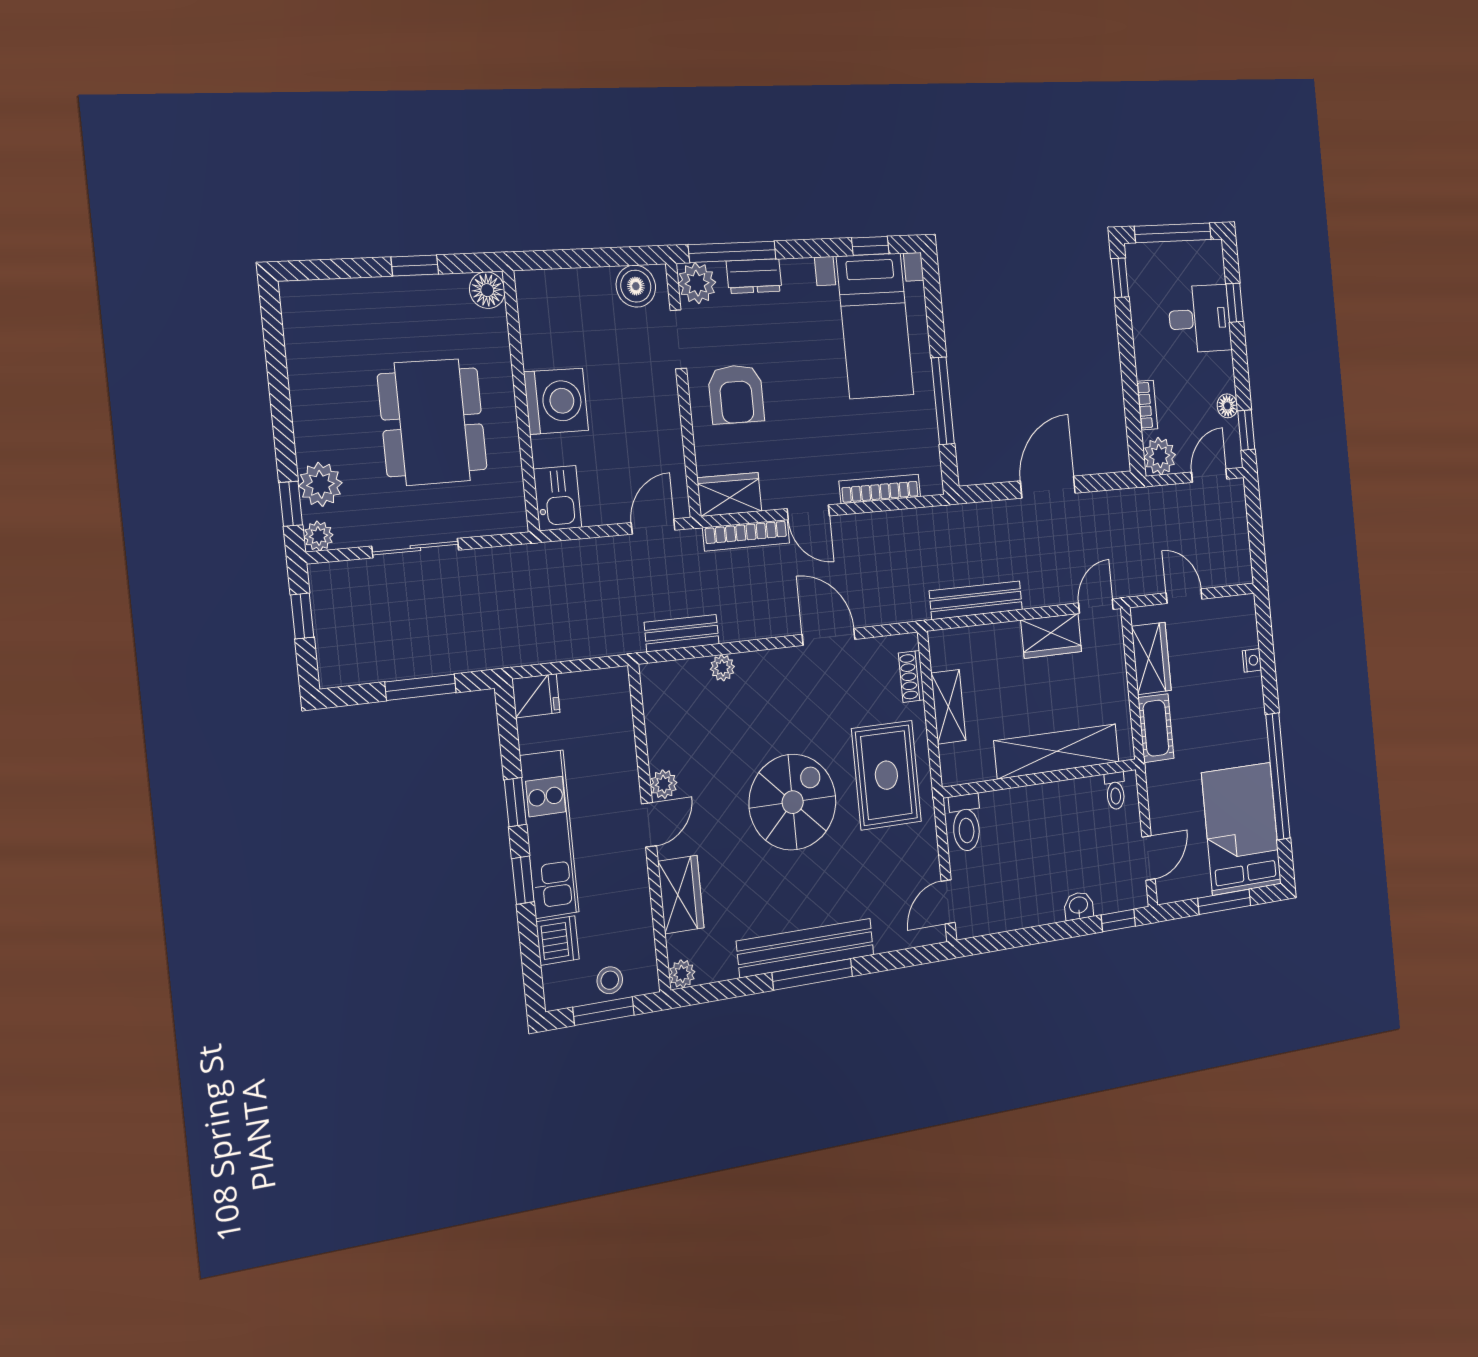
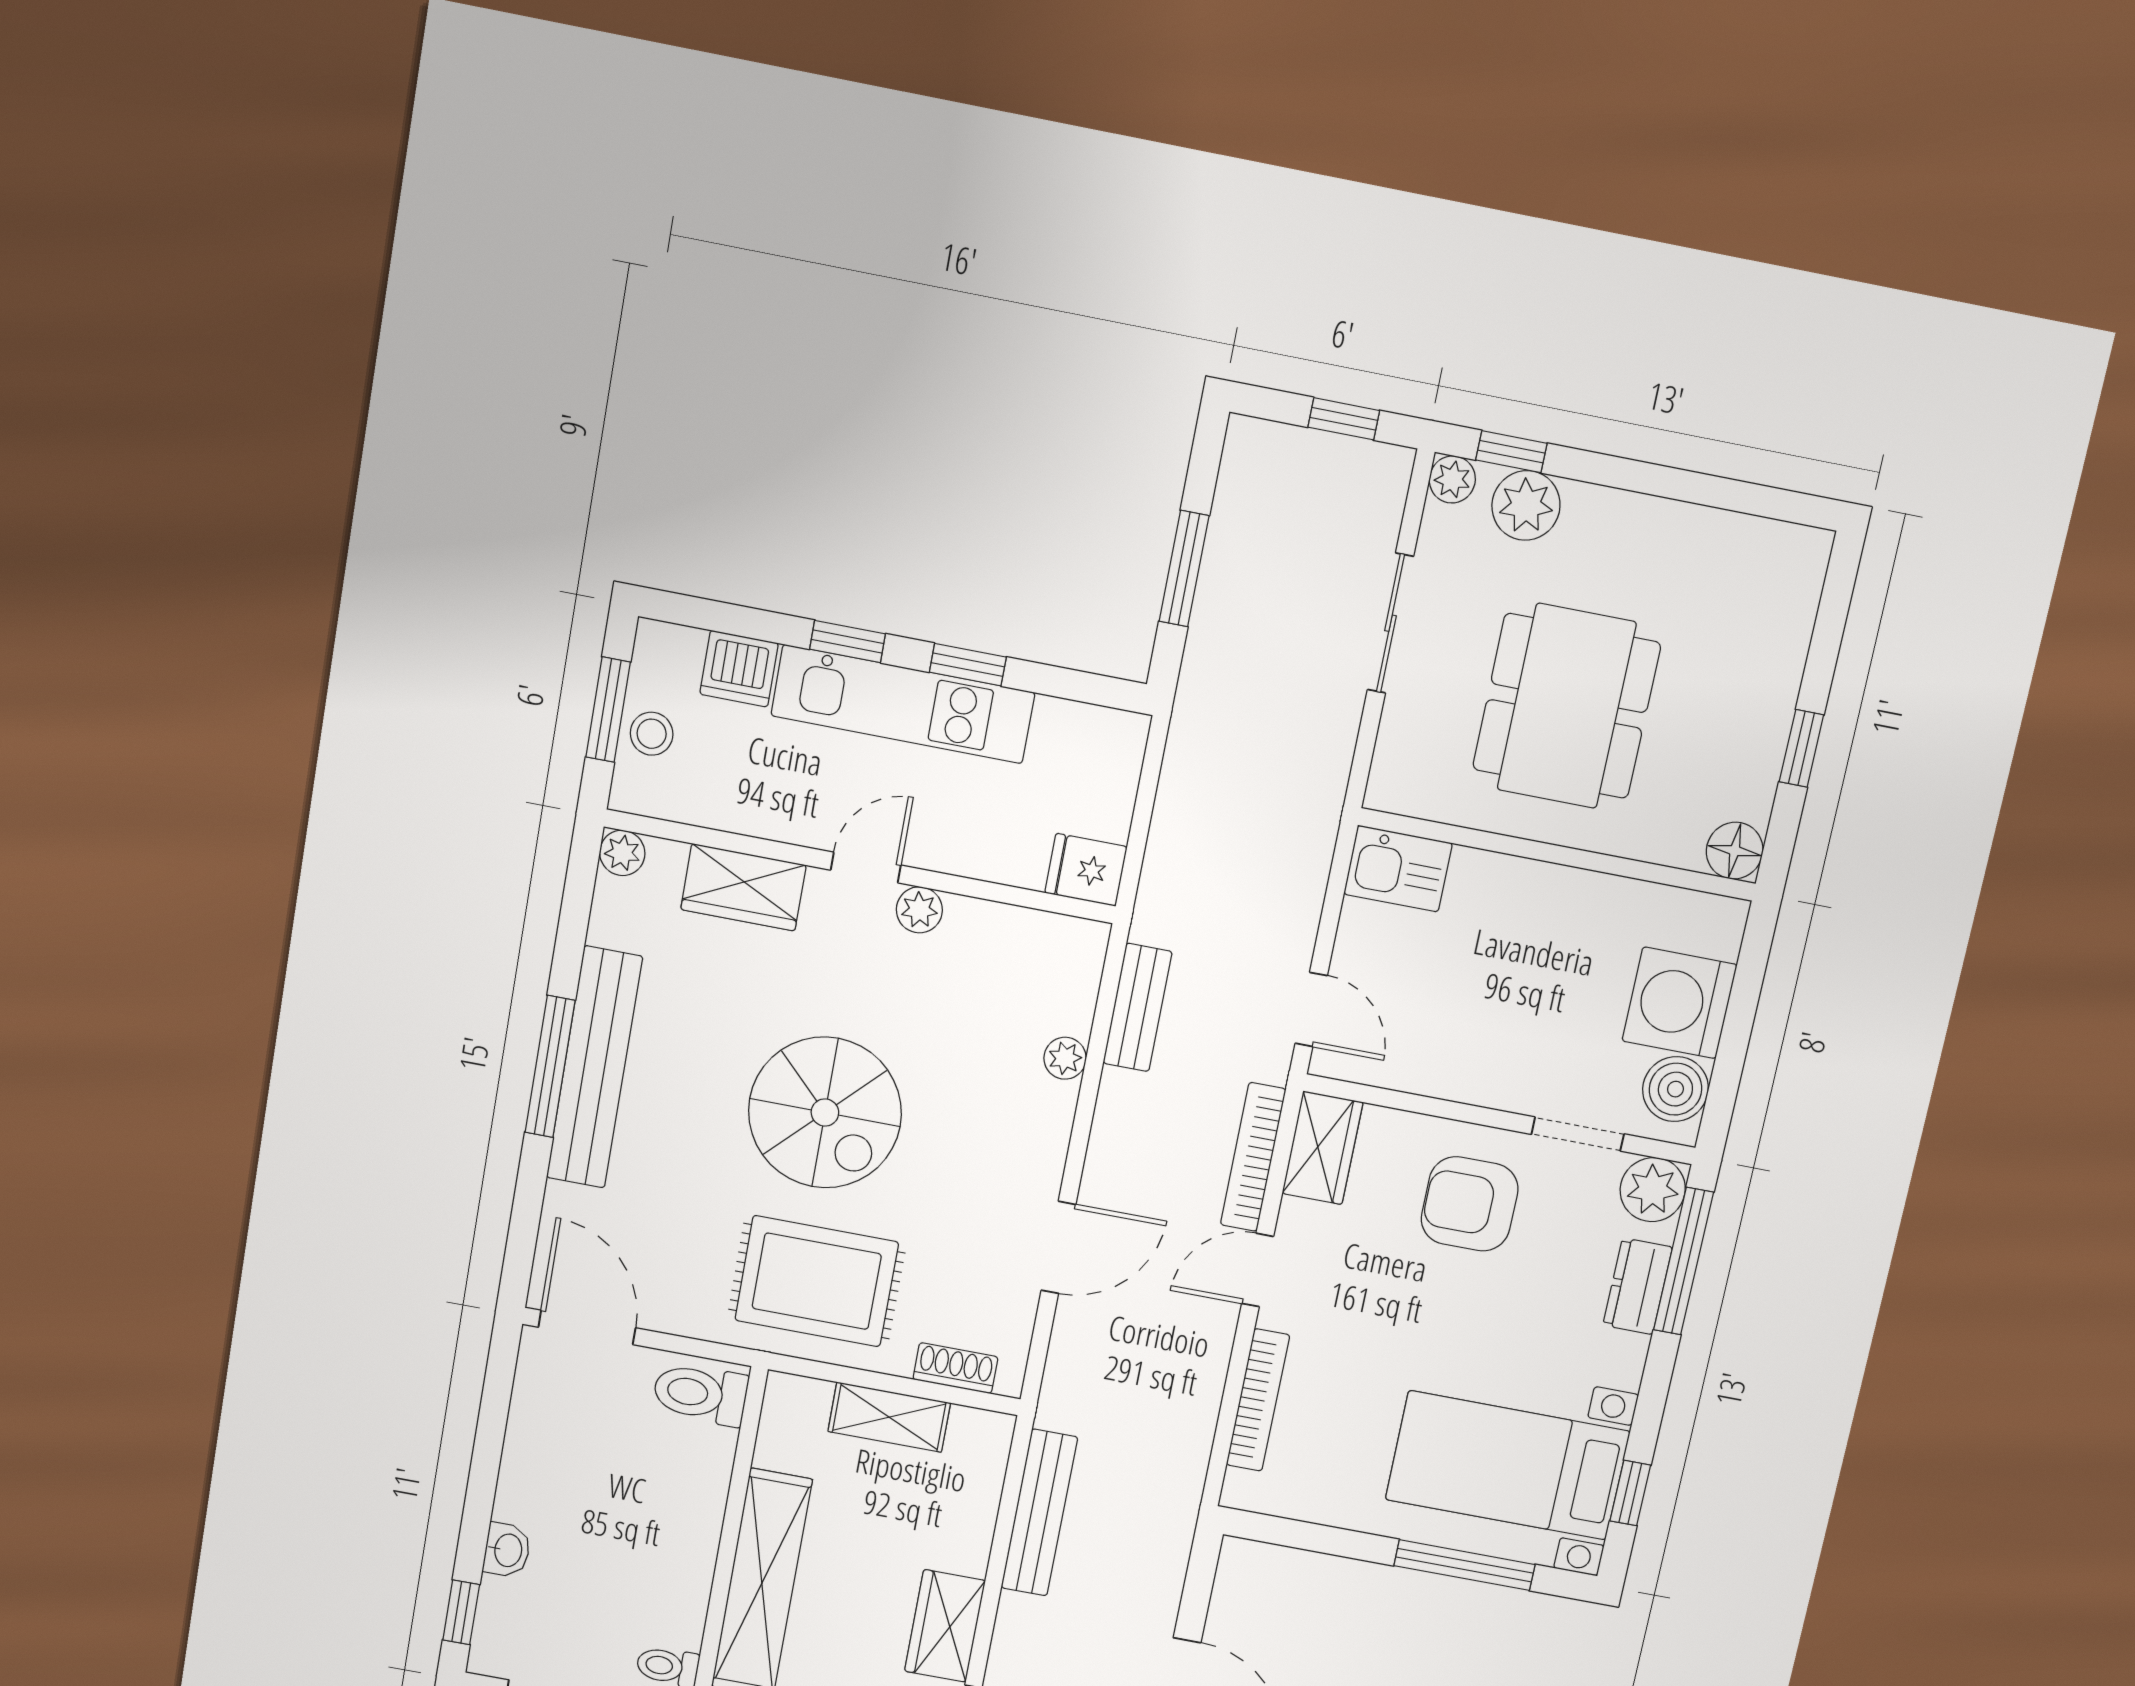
washing machine: (556, 401) -> (1679, 1003), moved, turned 90
window: (943, 401) -> (1464, 1565), moved
dining table: (432, 422) -> (1567, 706), turned 90
fridge: (536, 696) -> (1086, 870), moved, turned 90
door: (649, 825) -> (866, 868), swing flipped
door: (948, 902) -> (587, 1327), width x1.38

